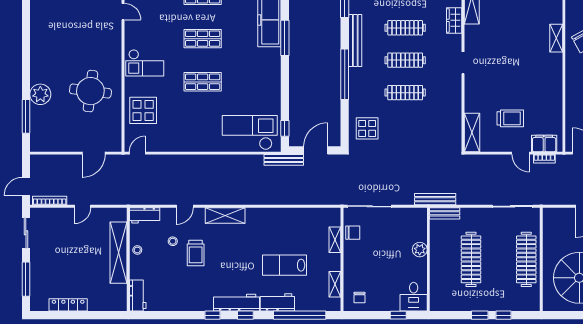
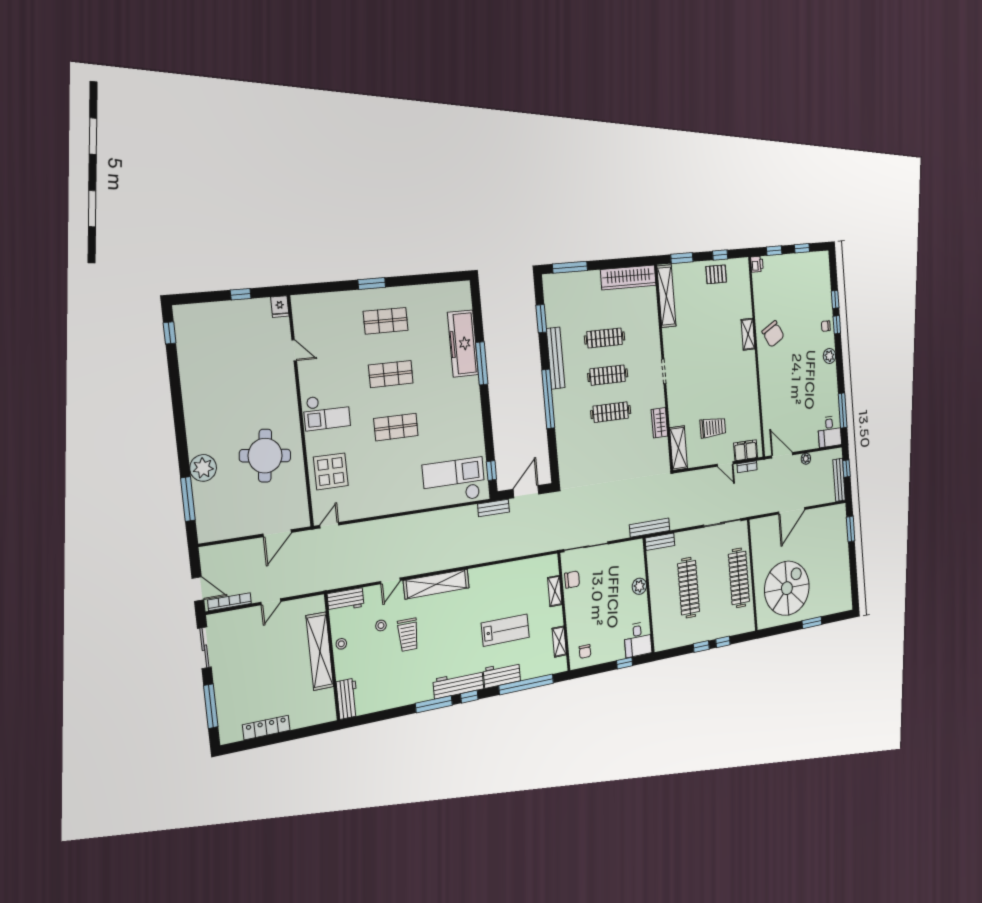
wardrobe: (454, 20) -> (660, 423), moved
display table: (367, 128) -> (576, 458), removed
bench: (284, 160) -> (494, 508), width x0.73
door: (26, 187) -> (198, 589), swing flipped
shelving: (225, 216) -> (436, 584), width x1.47
lab bench: (284, 265) -> (505, 630), turned 180
window: (213, 315) -> (434, 704), width x2.17

